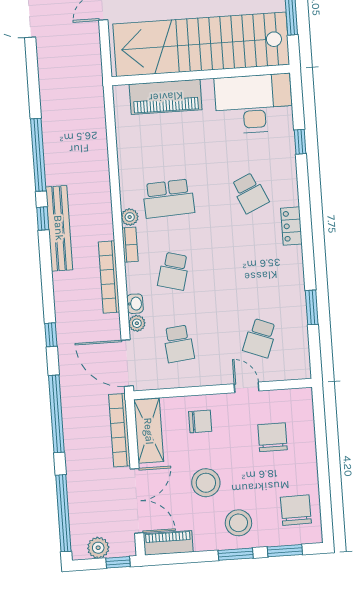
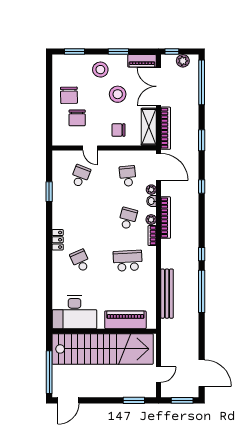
window: (300, 142) -> (49, 288), removed
plant: (130, 217) -> (151, 220), moved
bench: (59, 228) -> (167, 294), moved
window: (56, 414) -> (202, 140), width x0.47
chair: (296, 510) -> (69, 95), moved
window: (236, 554) -> (118, 52), moved

